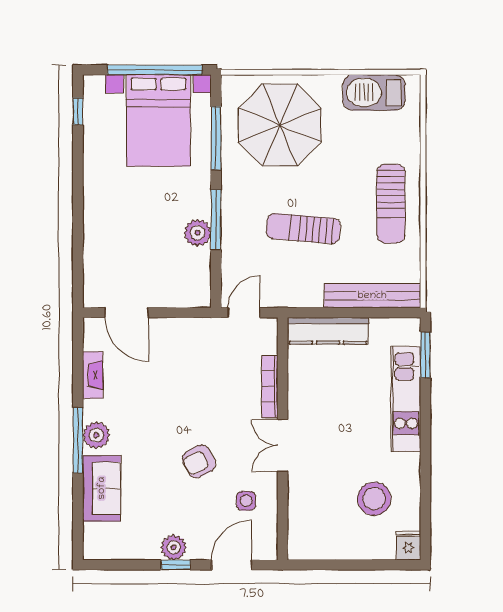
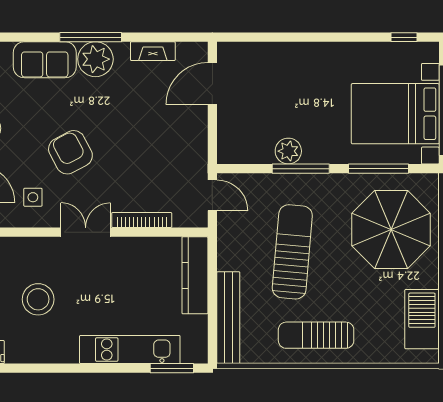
sun lounger: (303, 229) -> (292, 252), width x1.36, depth x1.34
plant: (96, 435) -> (95, 59), width x1.36, depth x1.36
armchair: (199, 461) -> (70, 152), width x1.38, depth x1.38
stool: (374, 499) -> (38, 299), moved

